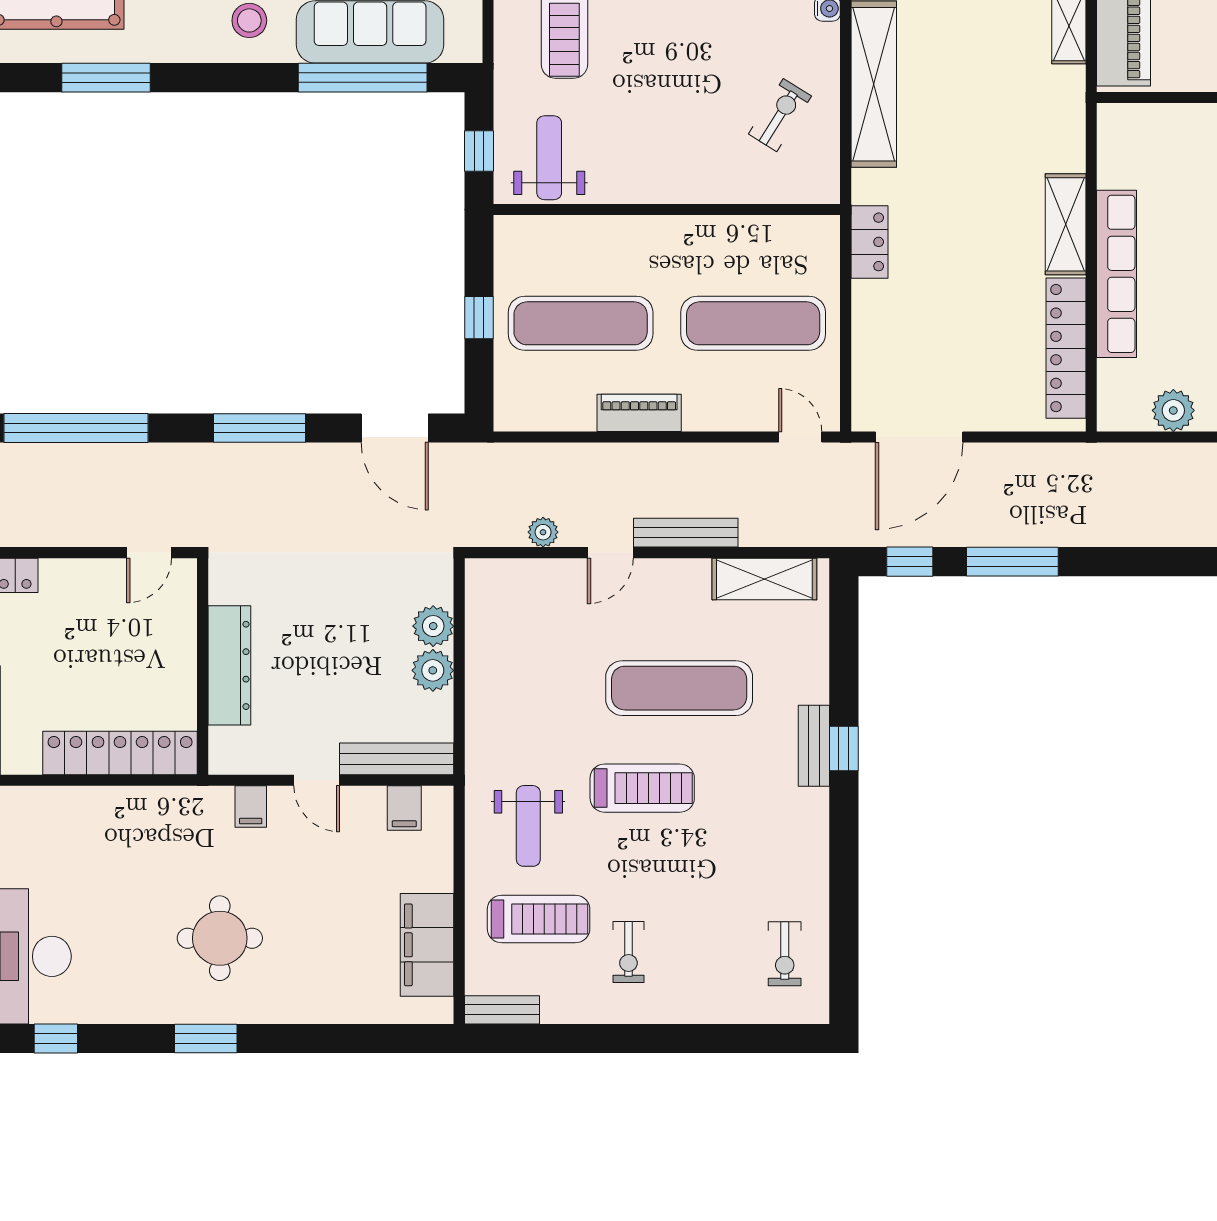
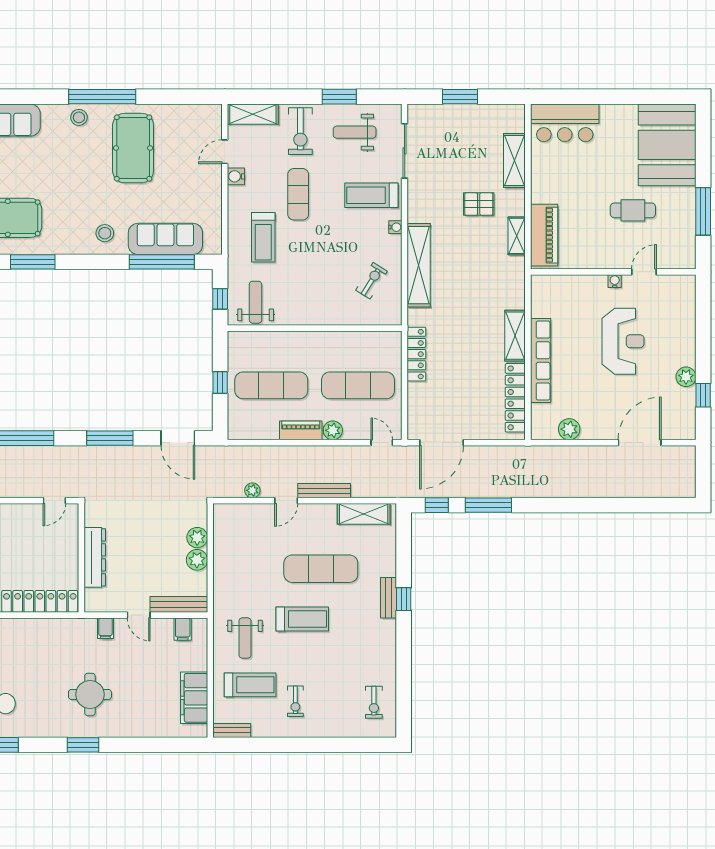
locker: (869, 242) -> (416, 354), width x1.53
plant: (703, 413) -> (333, 430), added

